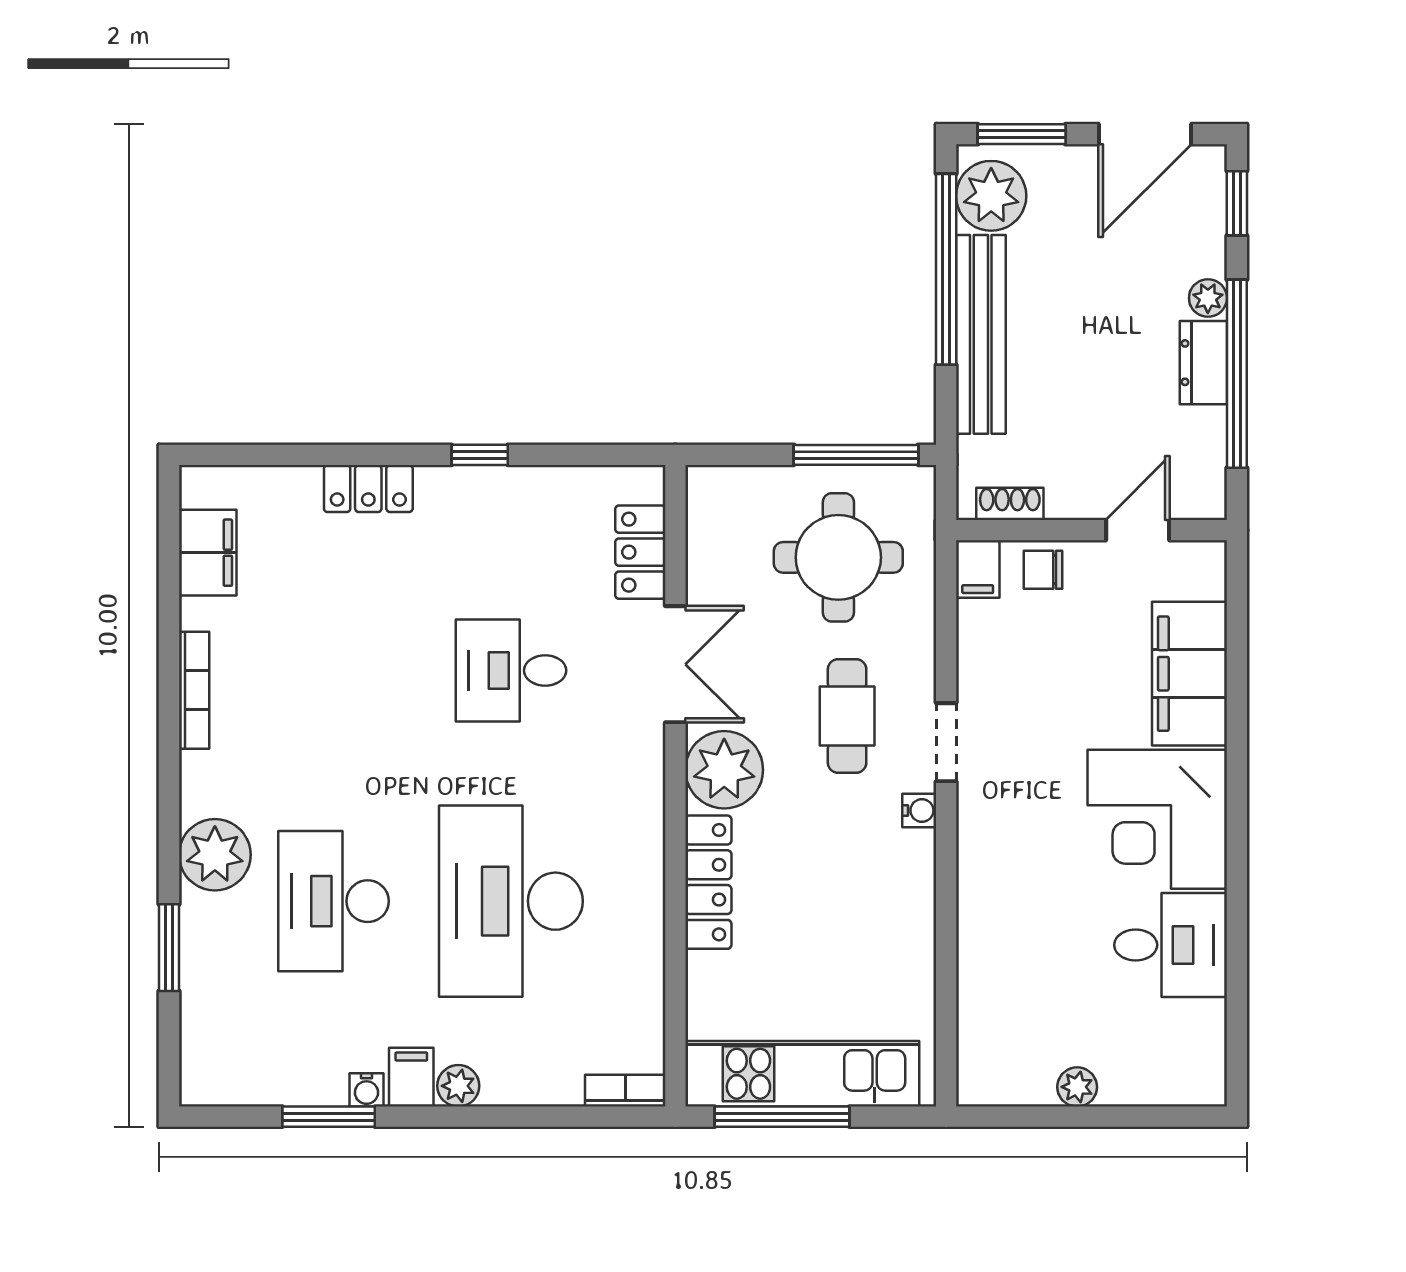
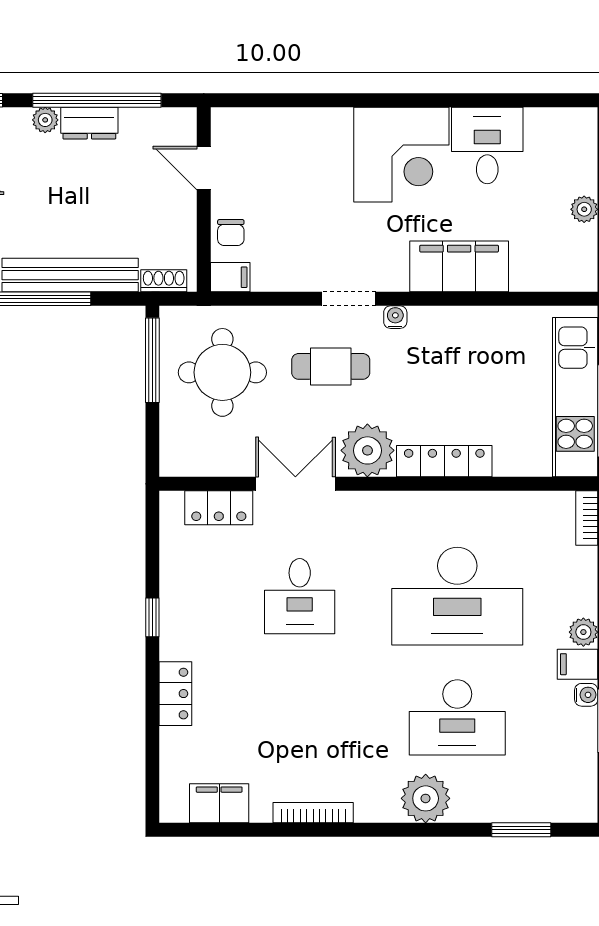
shoe rack: (1010, 504) -> (164, 281), moved, turned 90
filing cabinet: (1189, 674) -> (459, 266), moved, turned 180
window: (169, 948) -> (521, 830), moved

